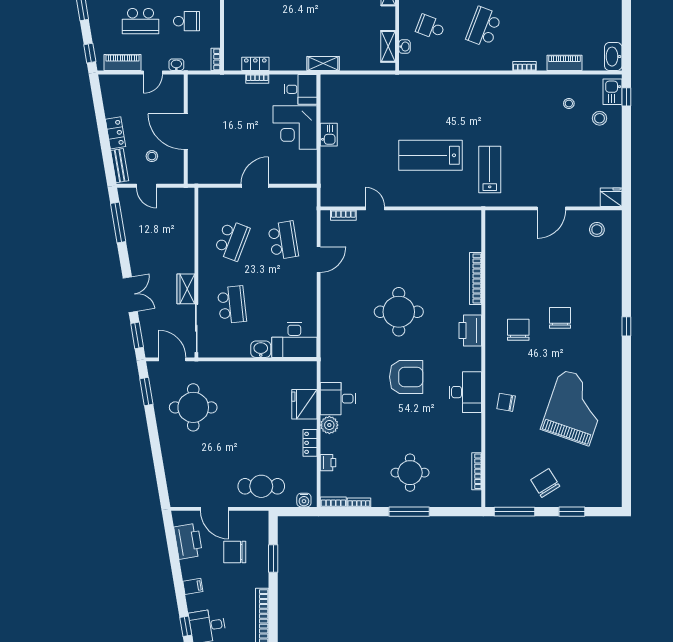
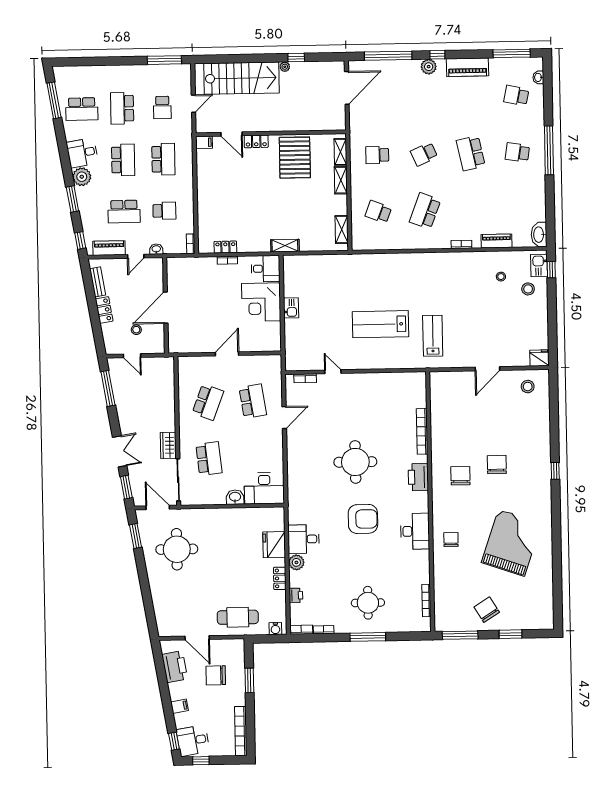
washbasin: (405, 47) -> (356, 229), removed
door: (186, 132) -> (166, 308), hinge flipped
bench: (120, 166) -> (98, 282), moved
chair: (506, 402) -> (451, 540), turned 80

